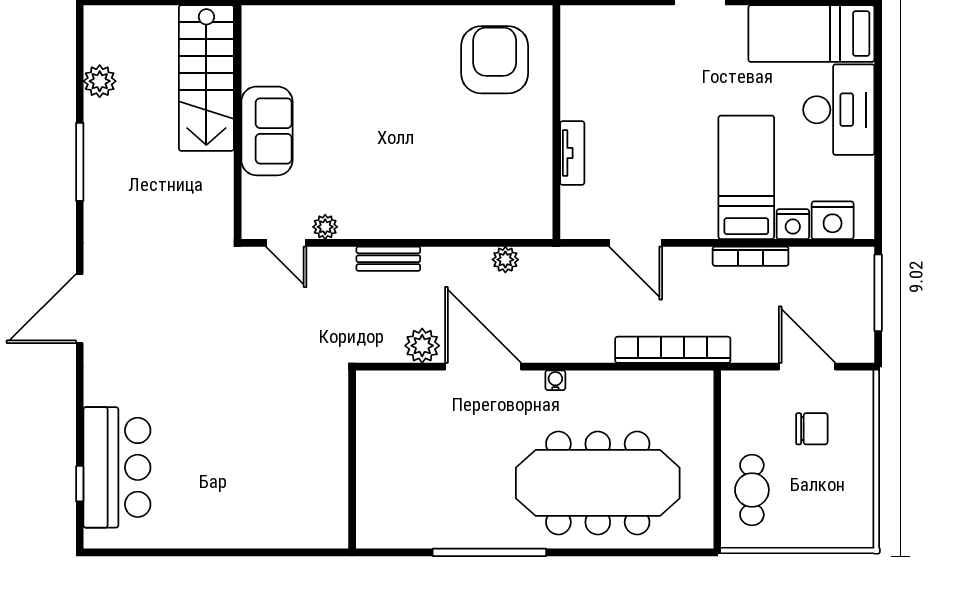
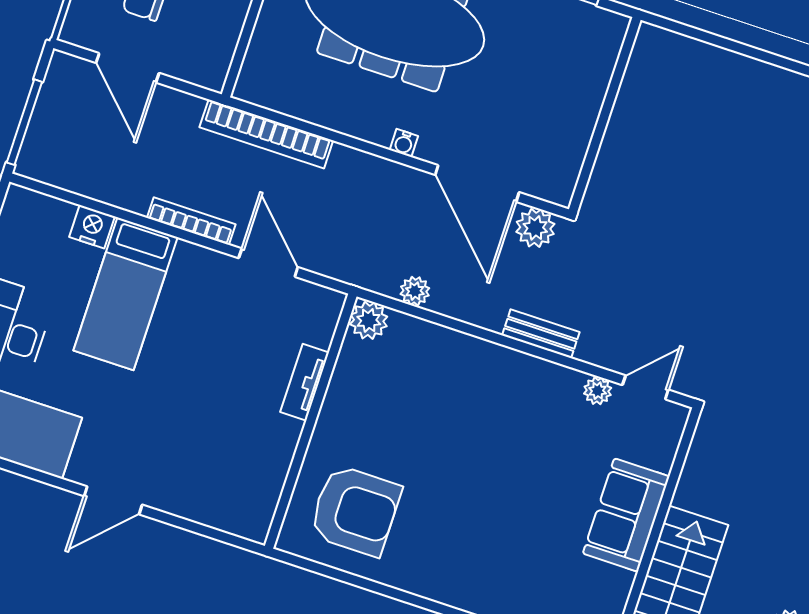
armchair: (495, 60) -> (355, 511), turned -90
nightstand: (833, 220) -> (48, 217), removed
plant: (536, 222) -> (369, 320), added
door: (286, 243) -> (645, 387), hinge flipped
bookcase: (751, 256) -> (191, 221), moved
wall: (352, 459) -> (605, 115), moved

